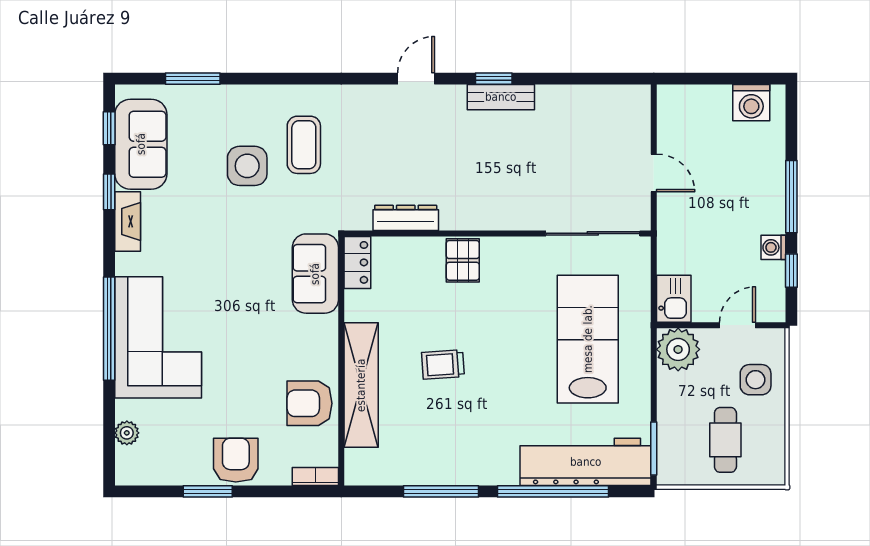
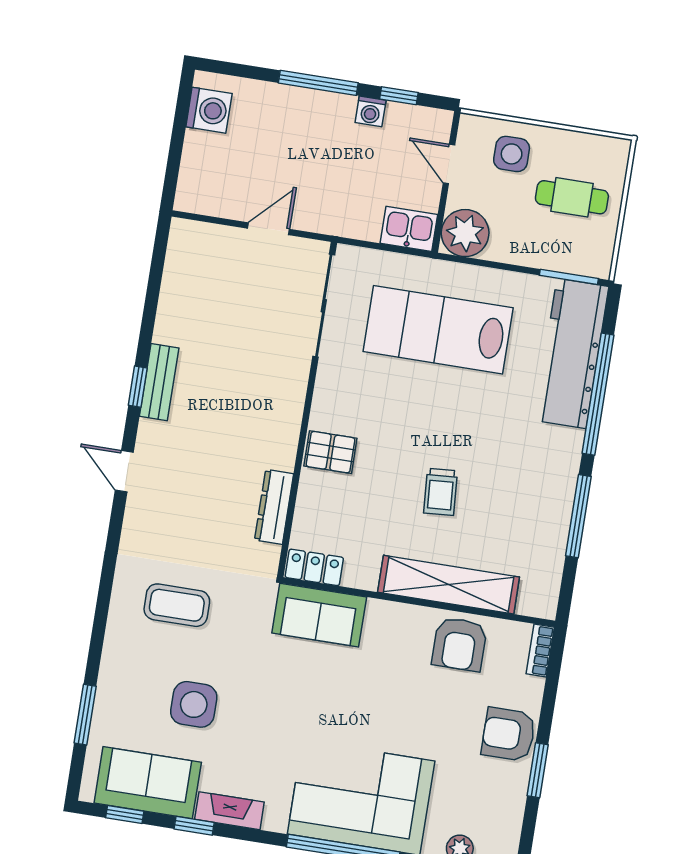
side table: (247, 166) -> (194, 704), moved

